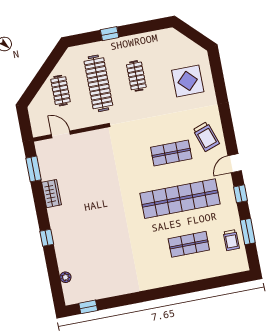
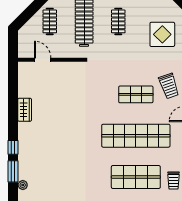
window: (33, 169) -> (13, 171), moved
shop shelf: (189, 244) -> (136, 177), width x1.43, depth x1.36

